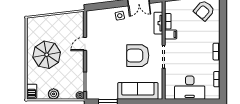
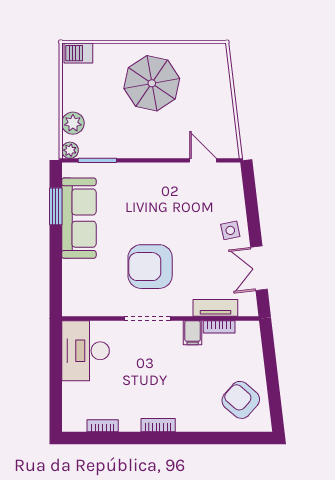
door: (85, 44) -> (203, 160), moved
armchair: (138, 56) -> (150, 267), turned -90
desk: (190, 88) -> (85, 351), moved
sofa: (138, 91) -> (79, 218), moved
plant: (54, 94) -> (73, 123), moved

